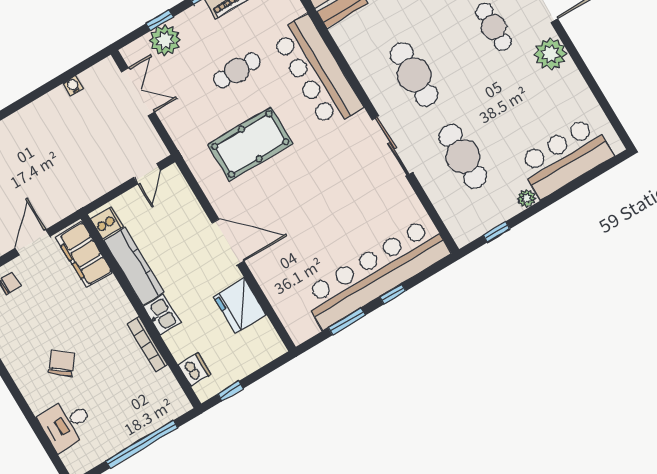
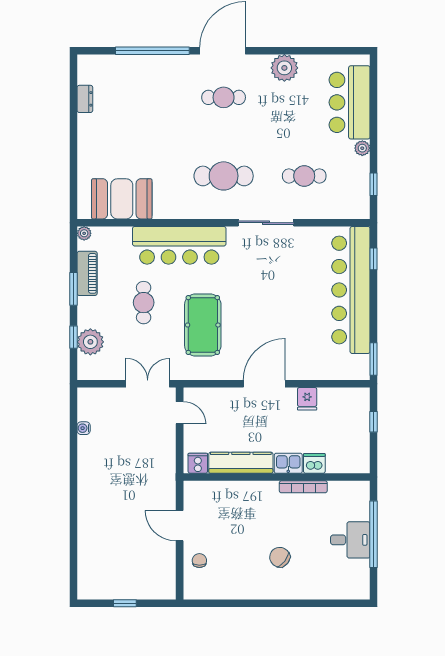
plant: (550, 54) -> (284, 68), moved
double door: (138, 92) -> (148, 384), moved
cafe table: (463, 156) -> (304, 176), width x0.73, depth x0.74
filing cabinet: (84, 255) -> (211, 494), removed
window: (393, 294) -> (374, 259), moved
fridge: (240, 306) -> (307, 399), width x0.53, depth x0.75
window: (347, 322) -> (374, 359), moved
dishwasher: (195, 369) -> (314, 463), moved
window: (230, 391) -> (374, 422), moved
desk: (66, 424) -> (350, 540), moved, turned -90

